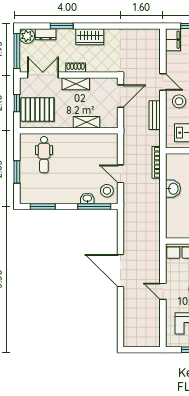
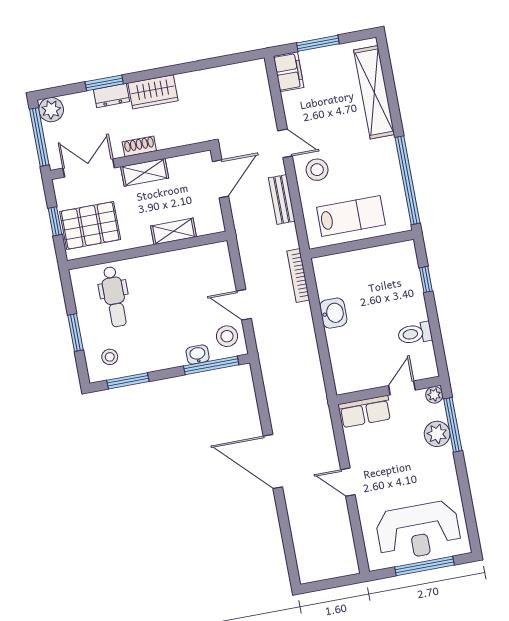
dresser: (46, 34) -> (112, 96), moved
stool: (35, 190) -> (110, 357), added

